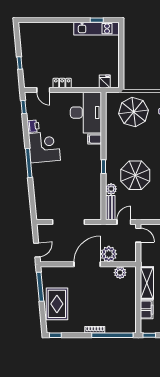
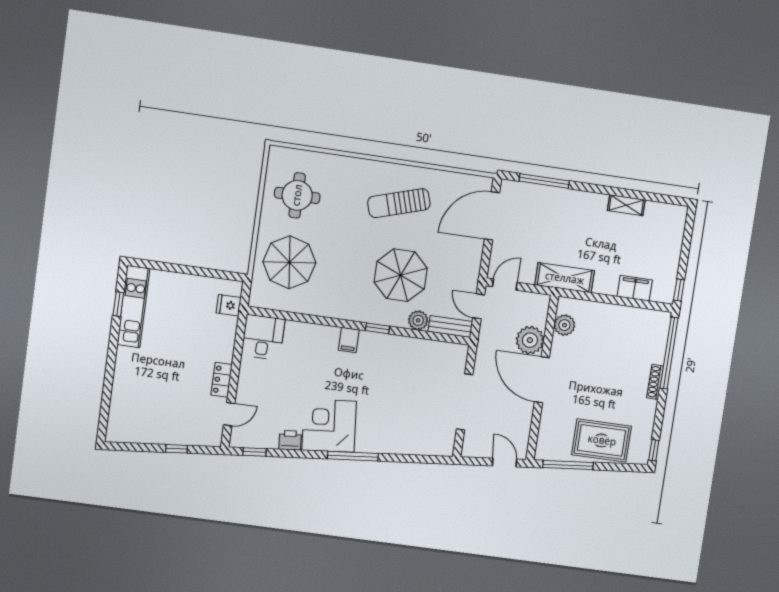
desk: (86, 113) -> (263, 337), width x0.53, depth x0.77
filing cabinet: (95, 139) -> (349, 340), moved
shelving: (147, 283) -> (565, 278), moved

